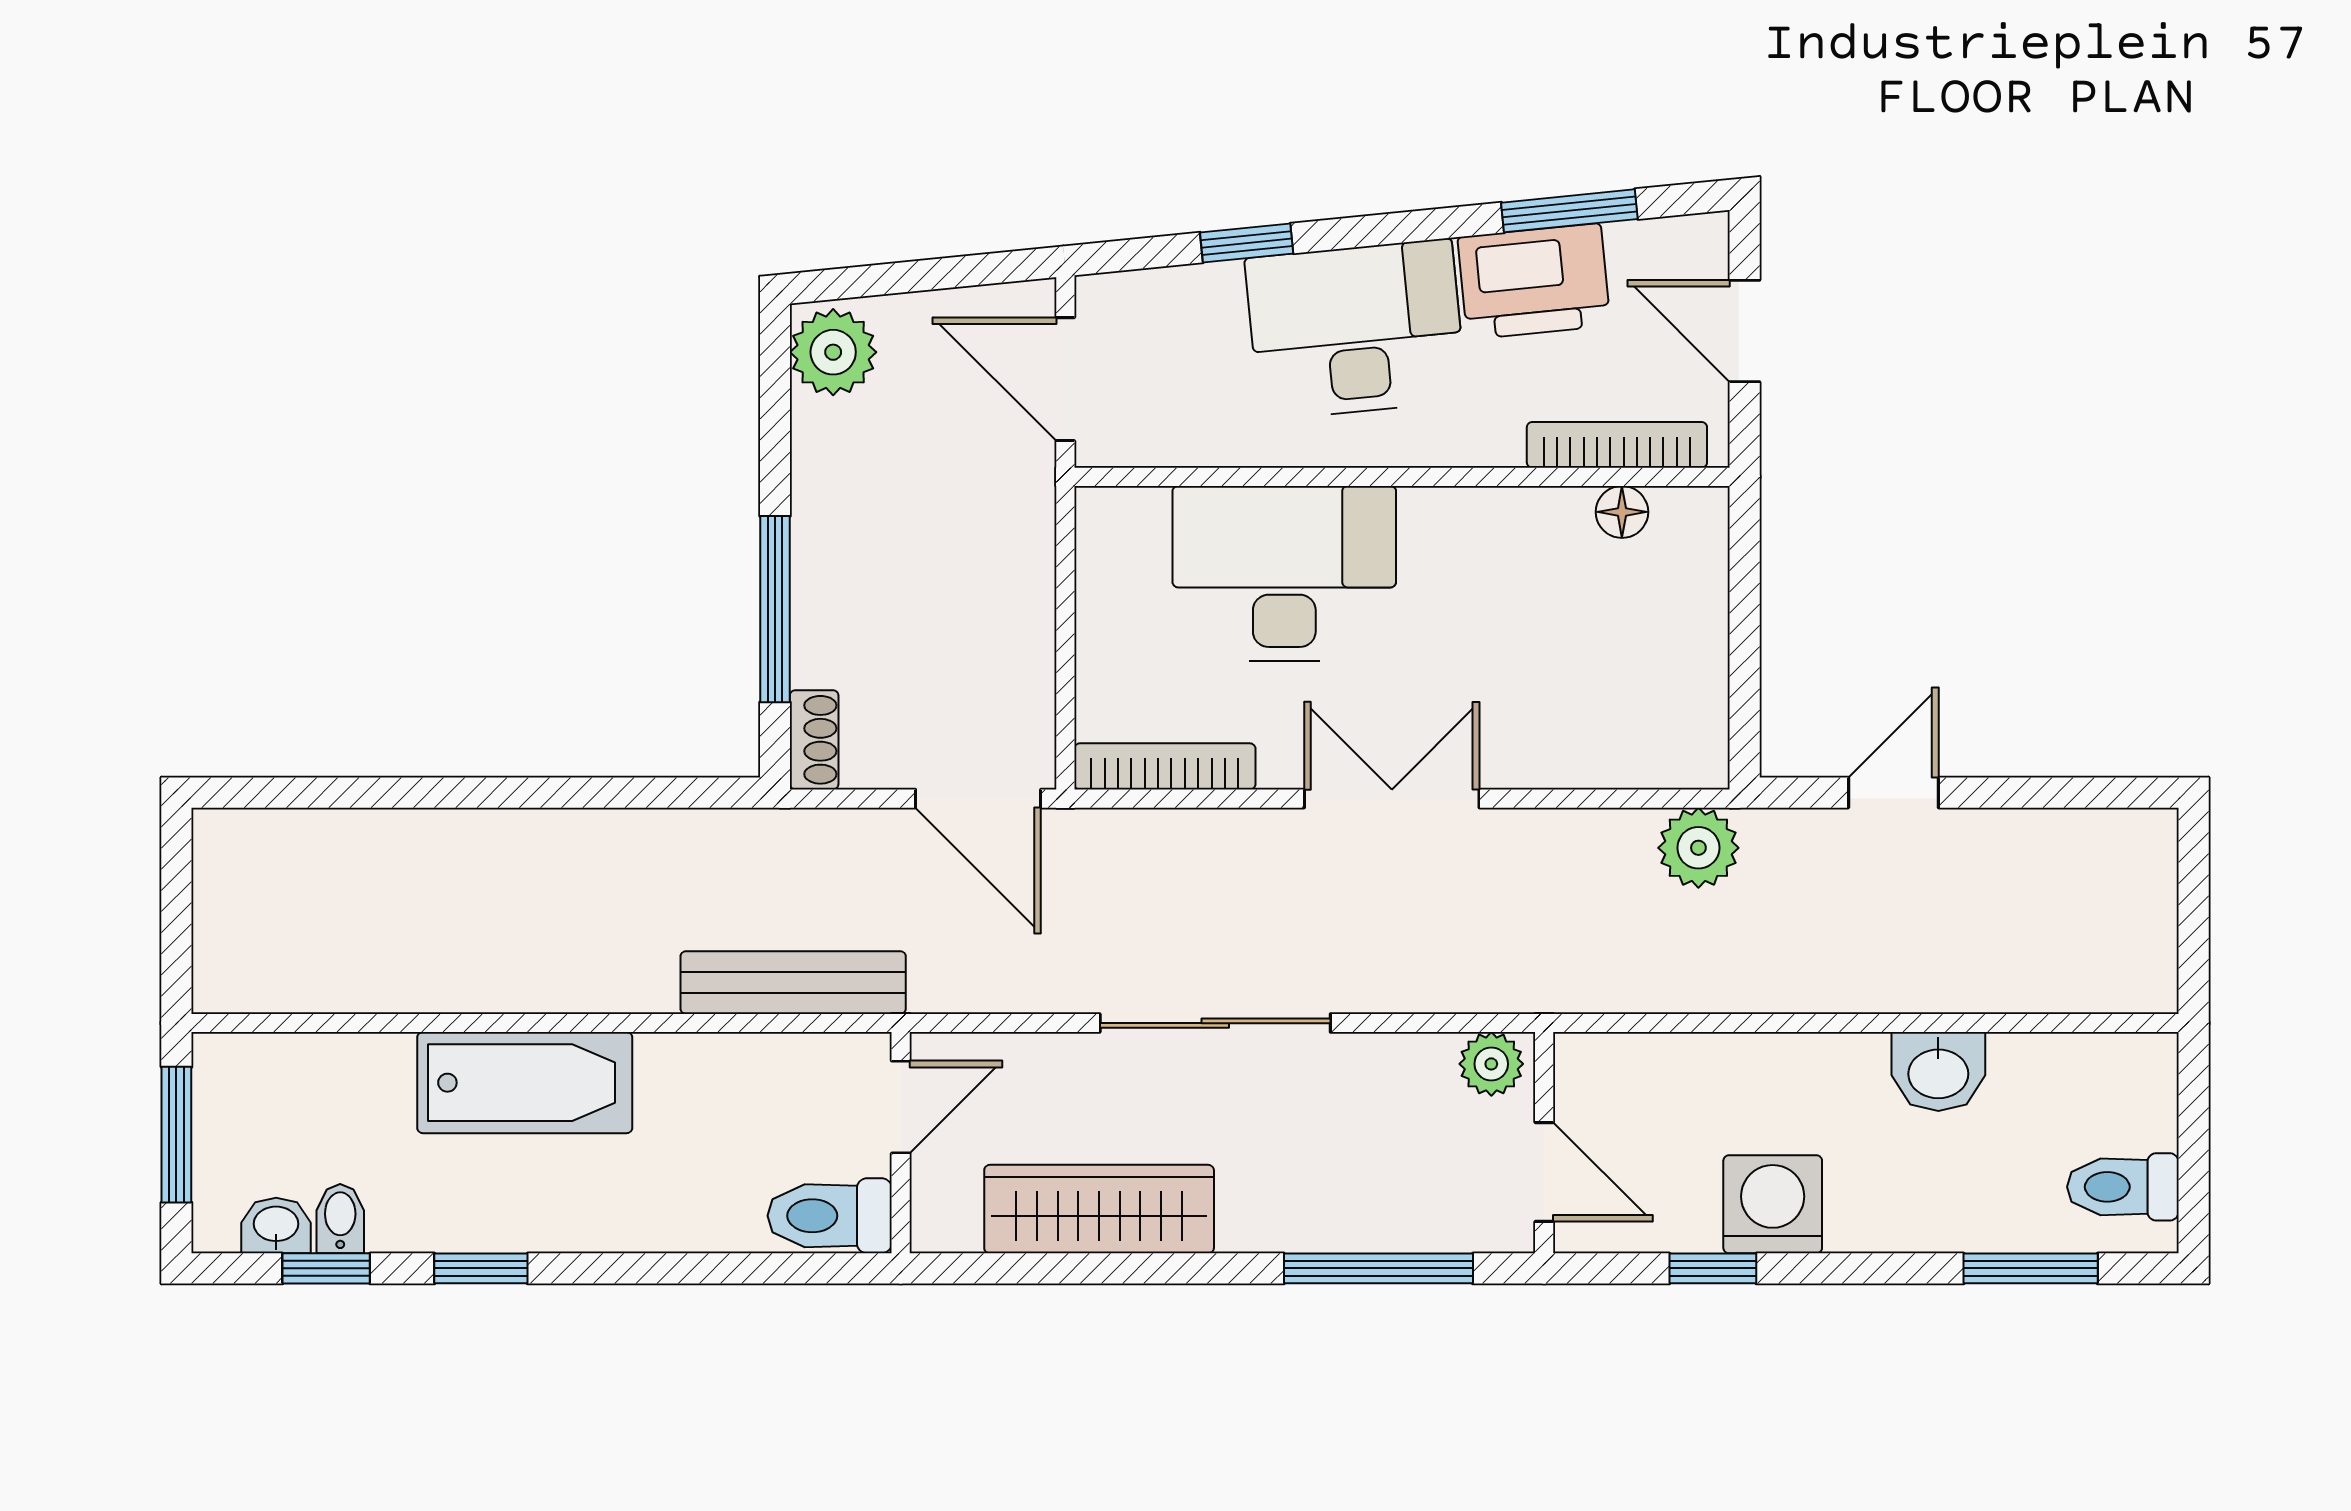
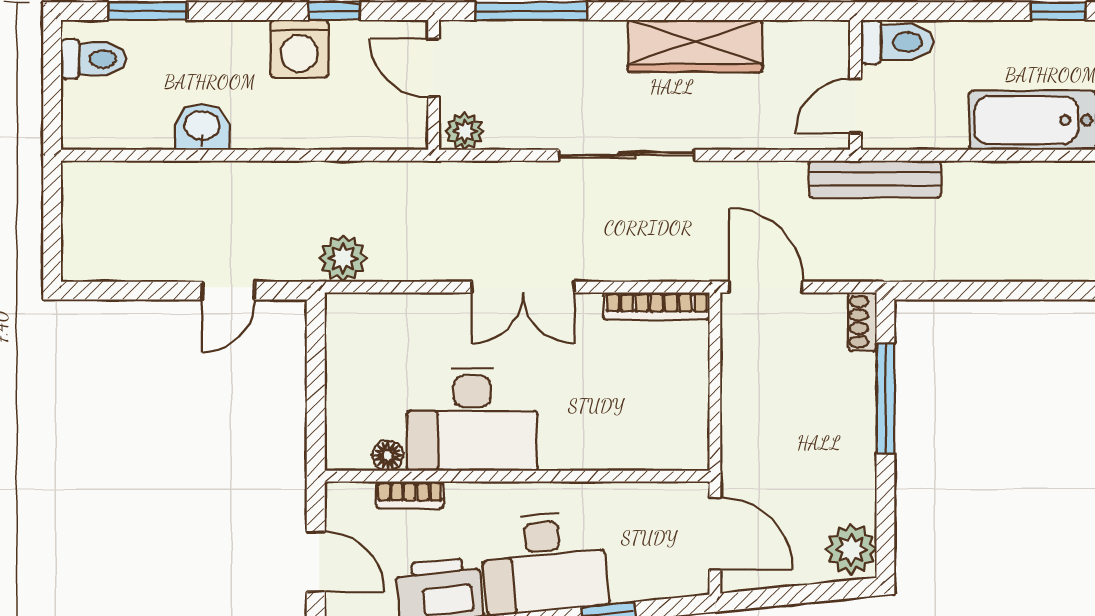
bookcase: (1617, 445) -> (410, 495), width x0.64
desk: (1284, 573) -> (472, 419), moved
door: (901, 1107) -> (856, 106), moved
wall: (901, 1143) -> (856, 85), moved
toilet: (830, 1216) -> (897, 42), moved

